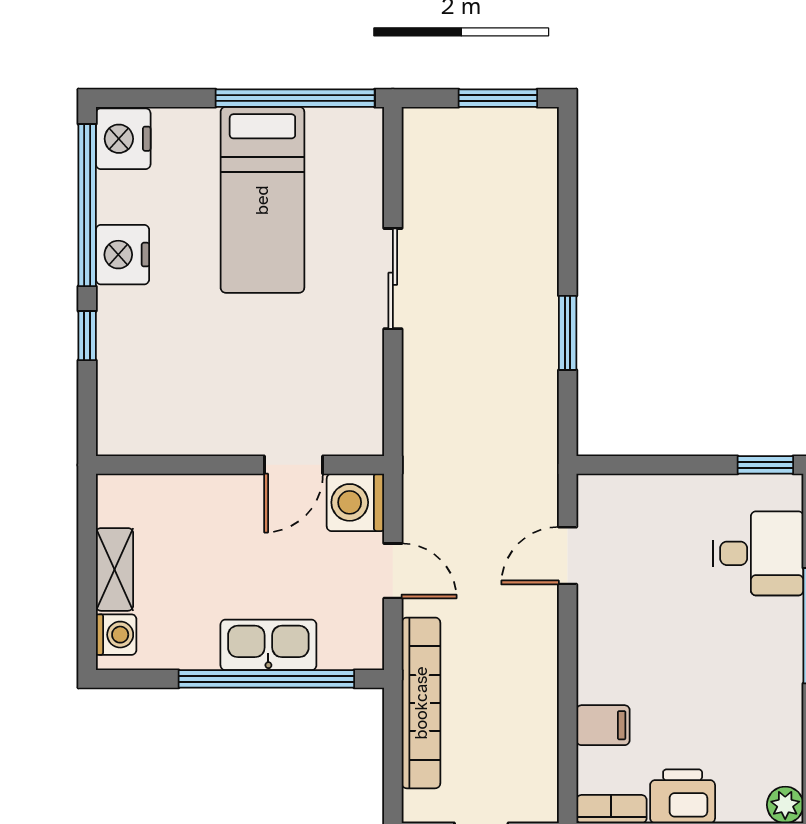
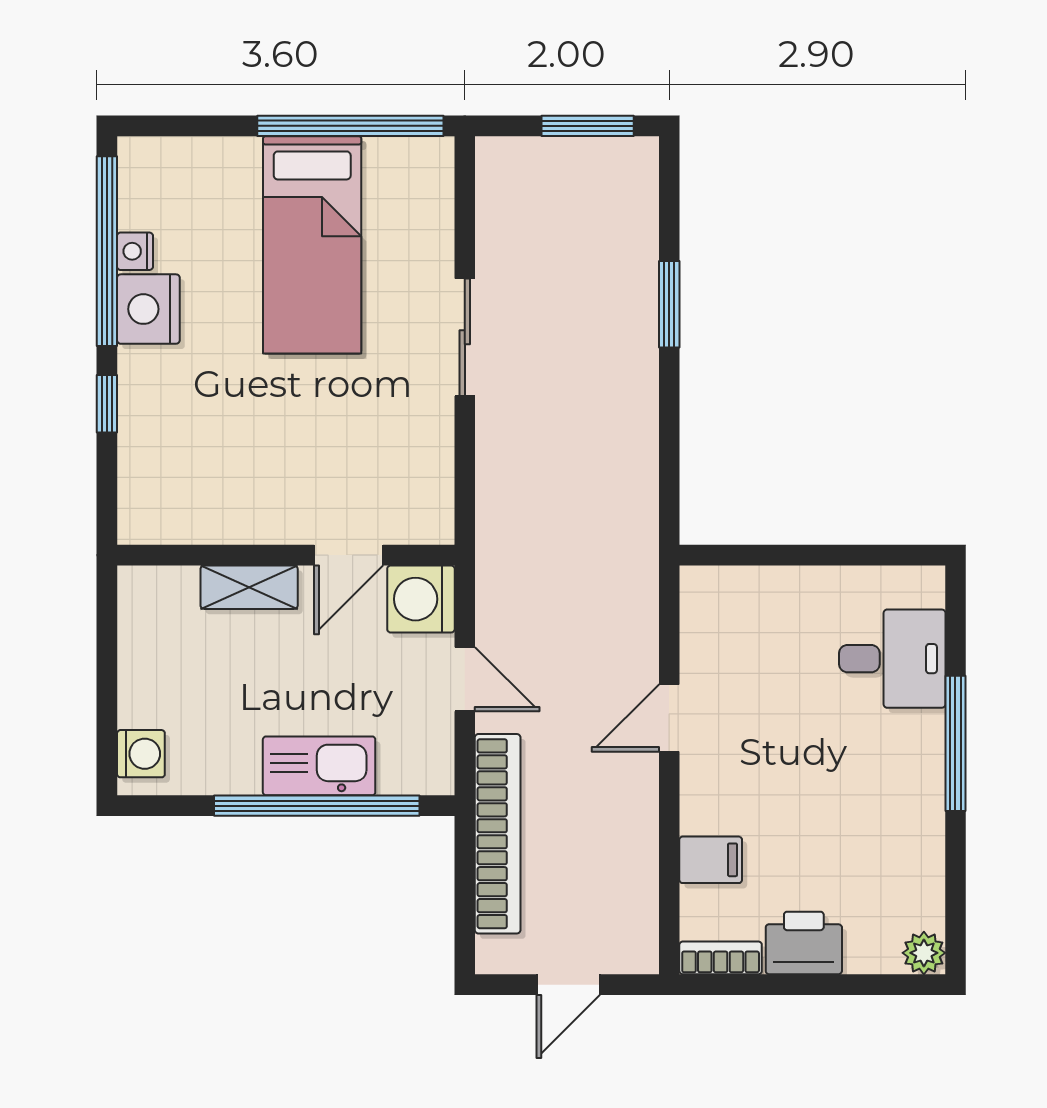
nightstand: (123, 139) -> (135, 251), moved, width x0.53, depth x0.56
window: (568, 333) -> (669, 304), moved
window: (765, 465) -> (901, 555), removed
door: (568, 556) -> (669, 718), moved
shelving: (114, 569) -> (249, 587), moved, turned 90

